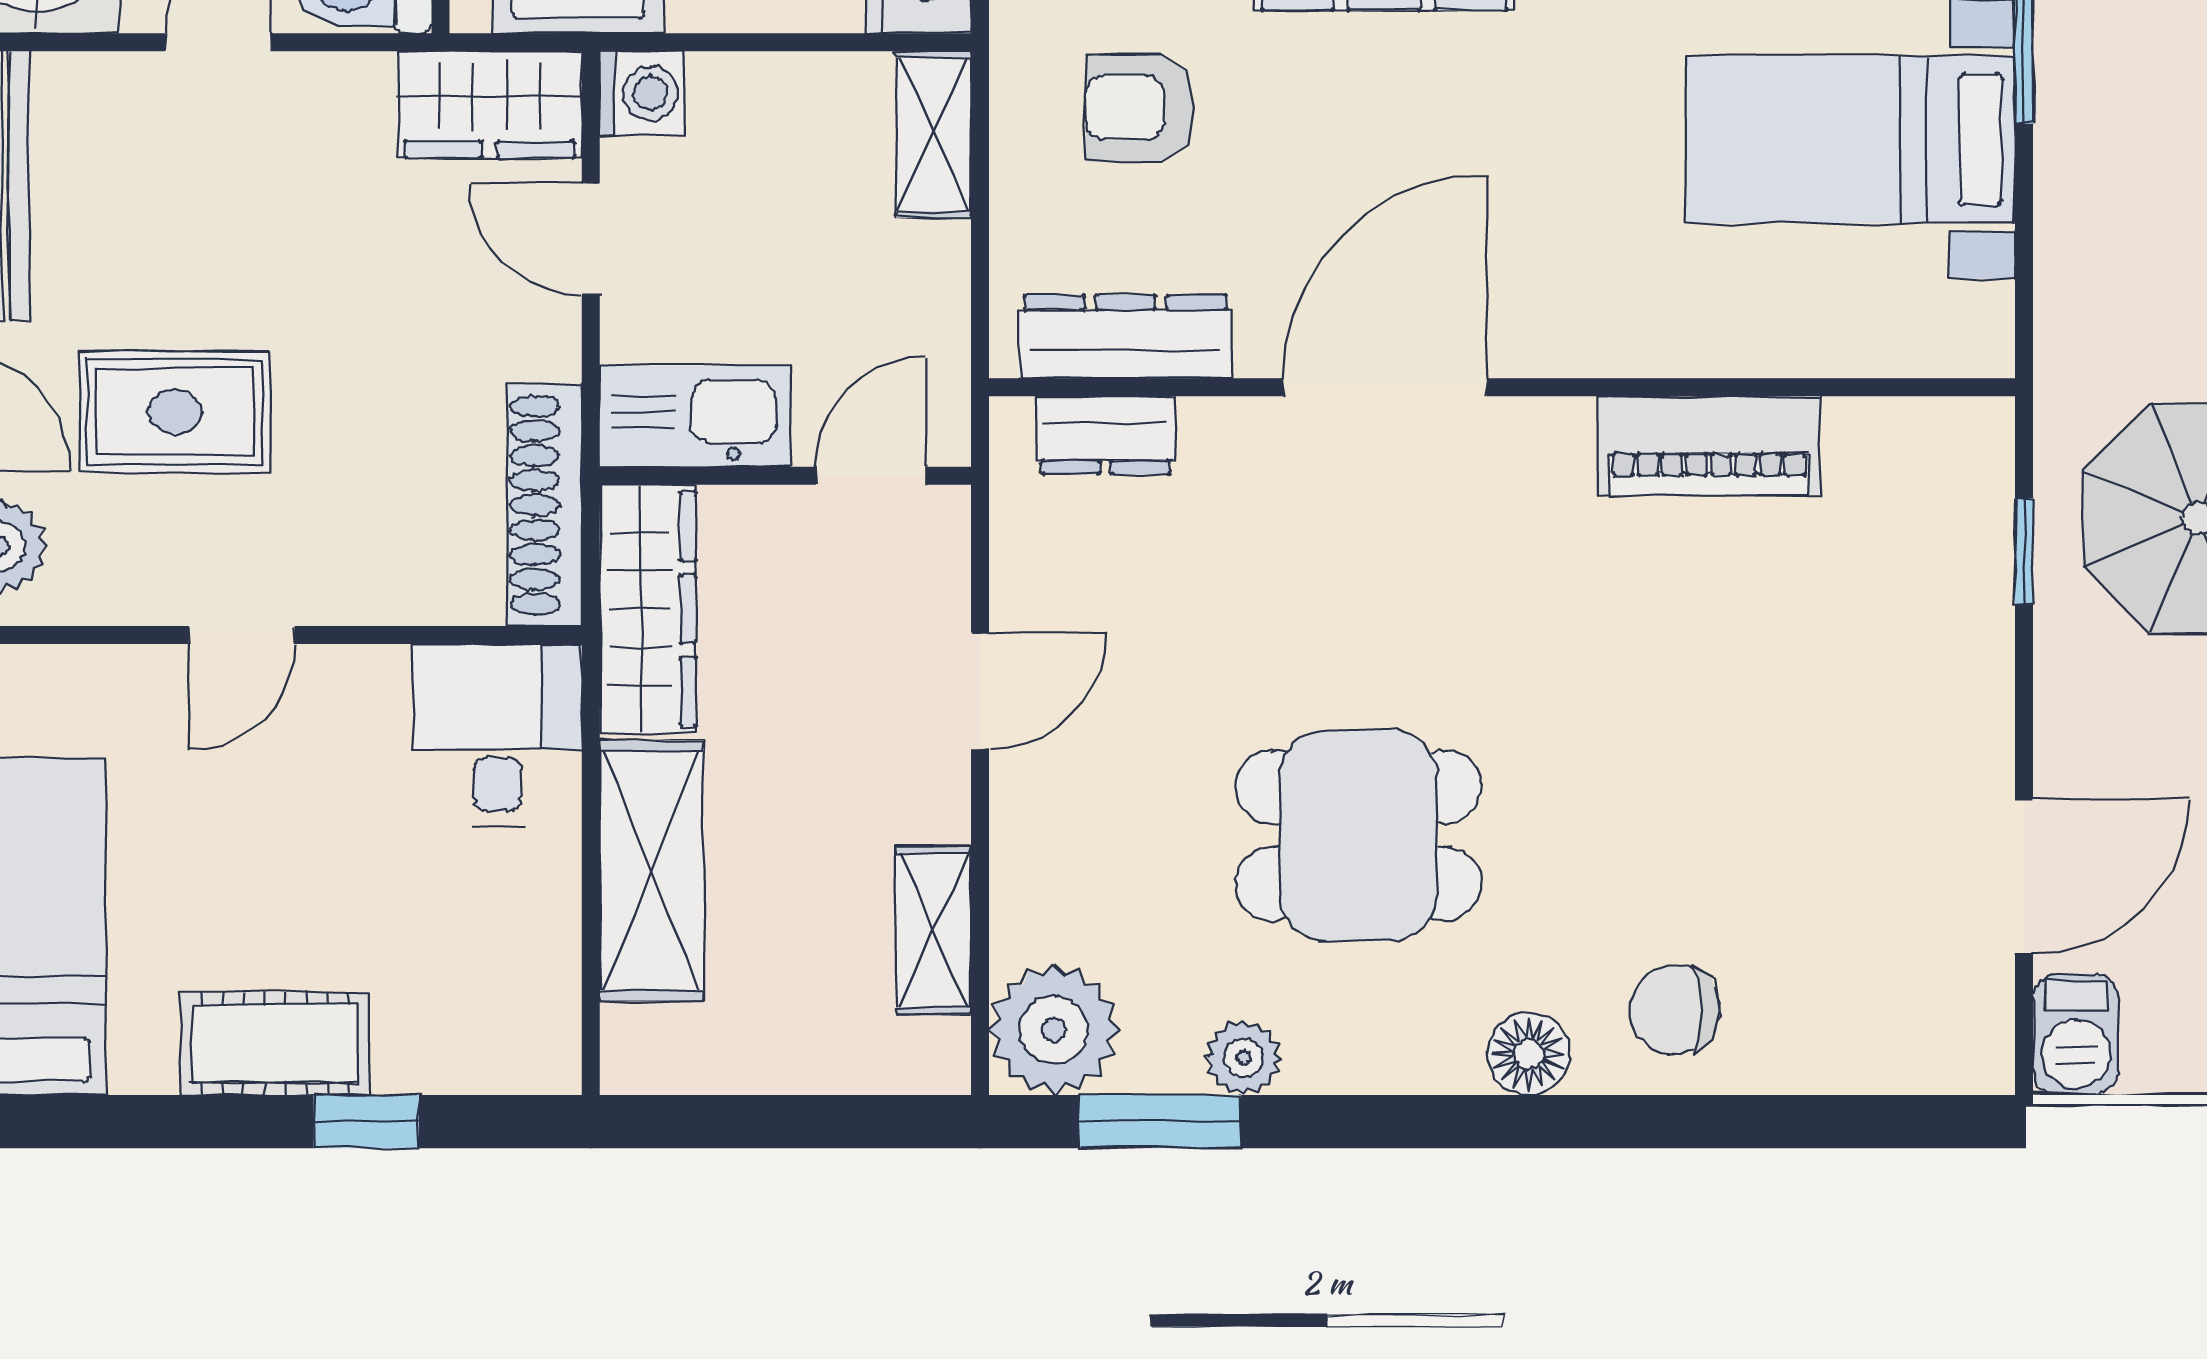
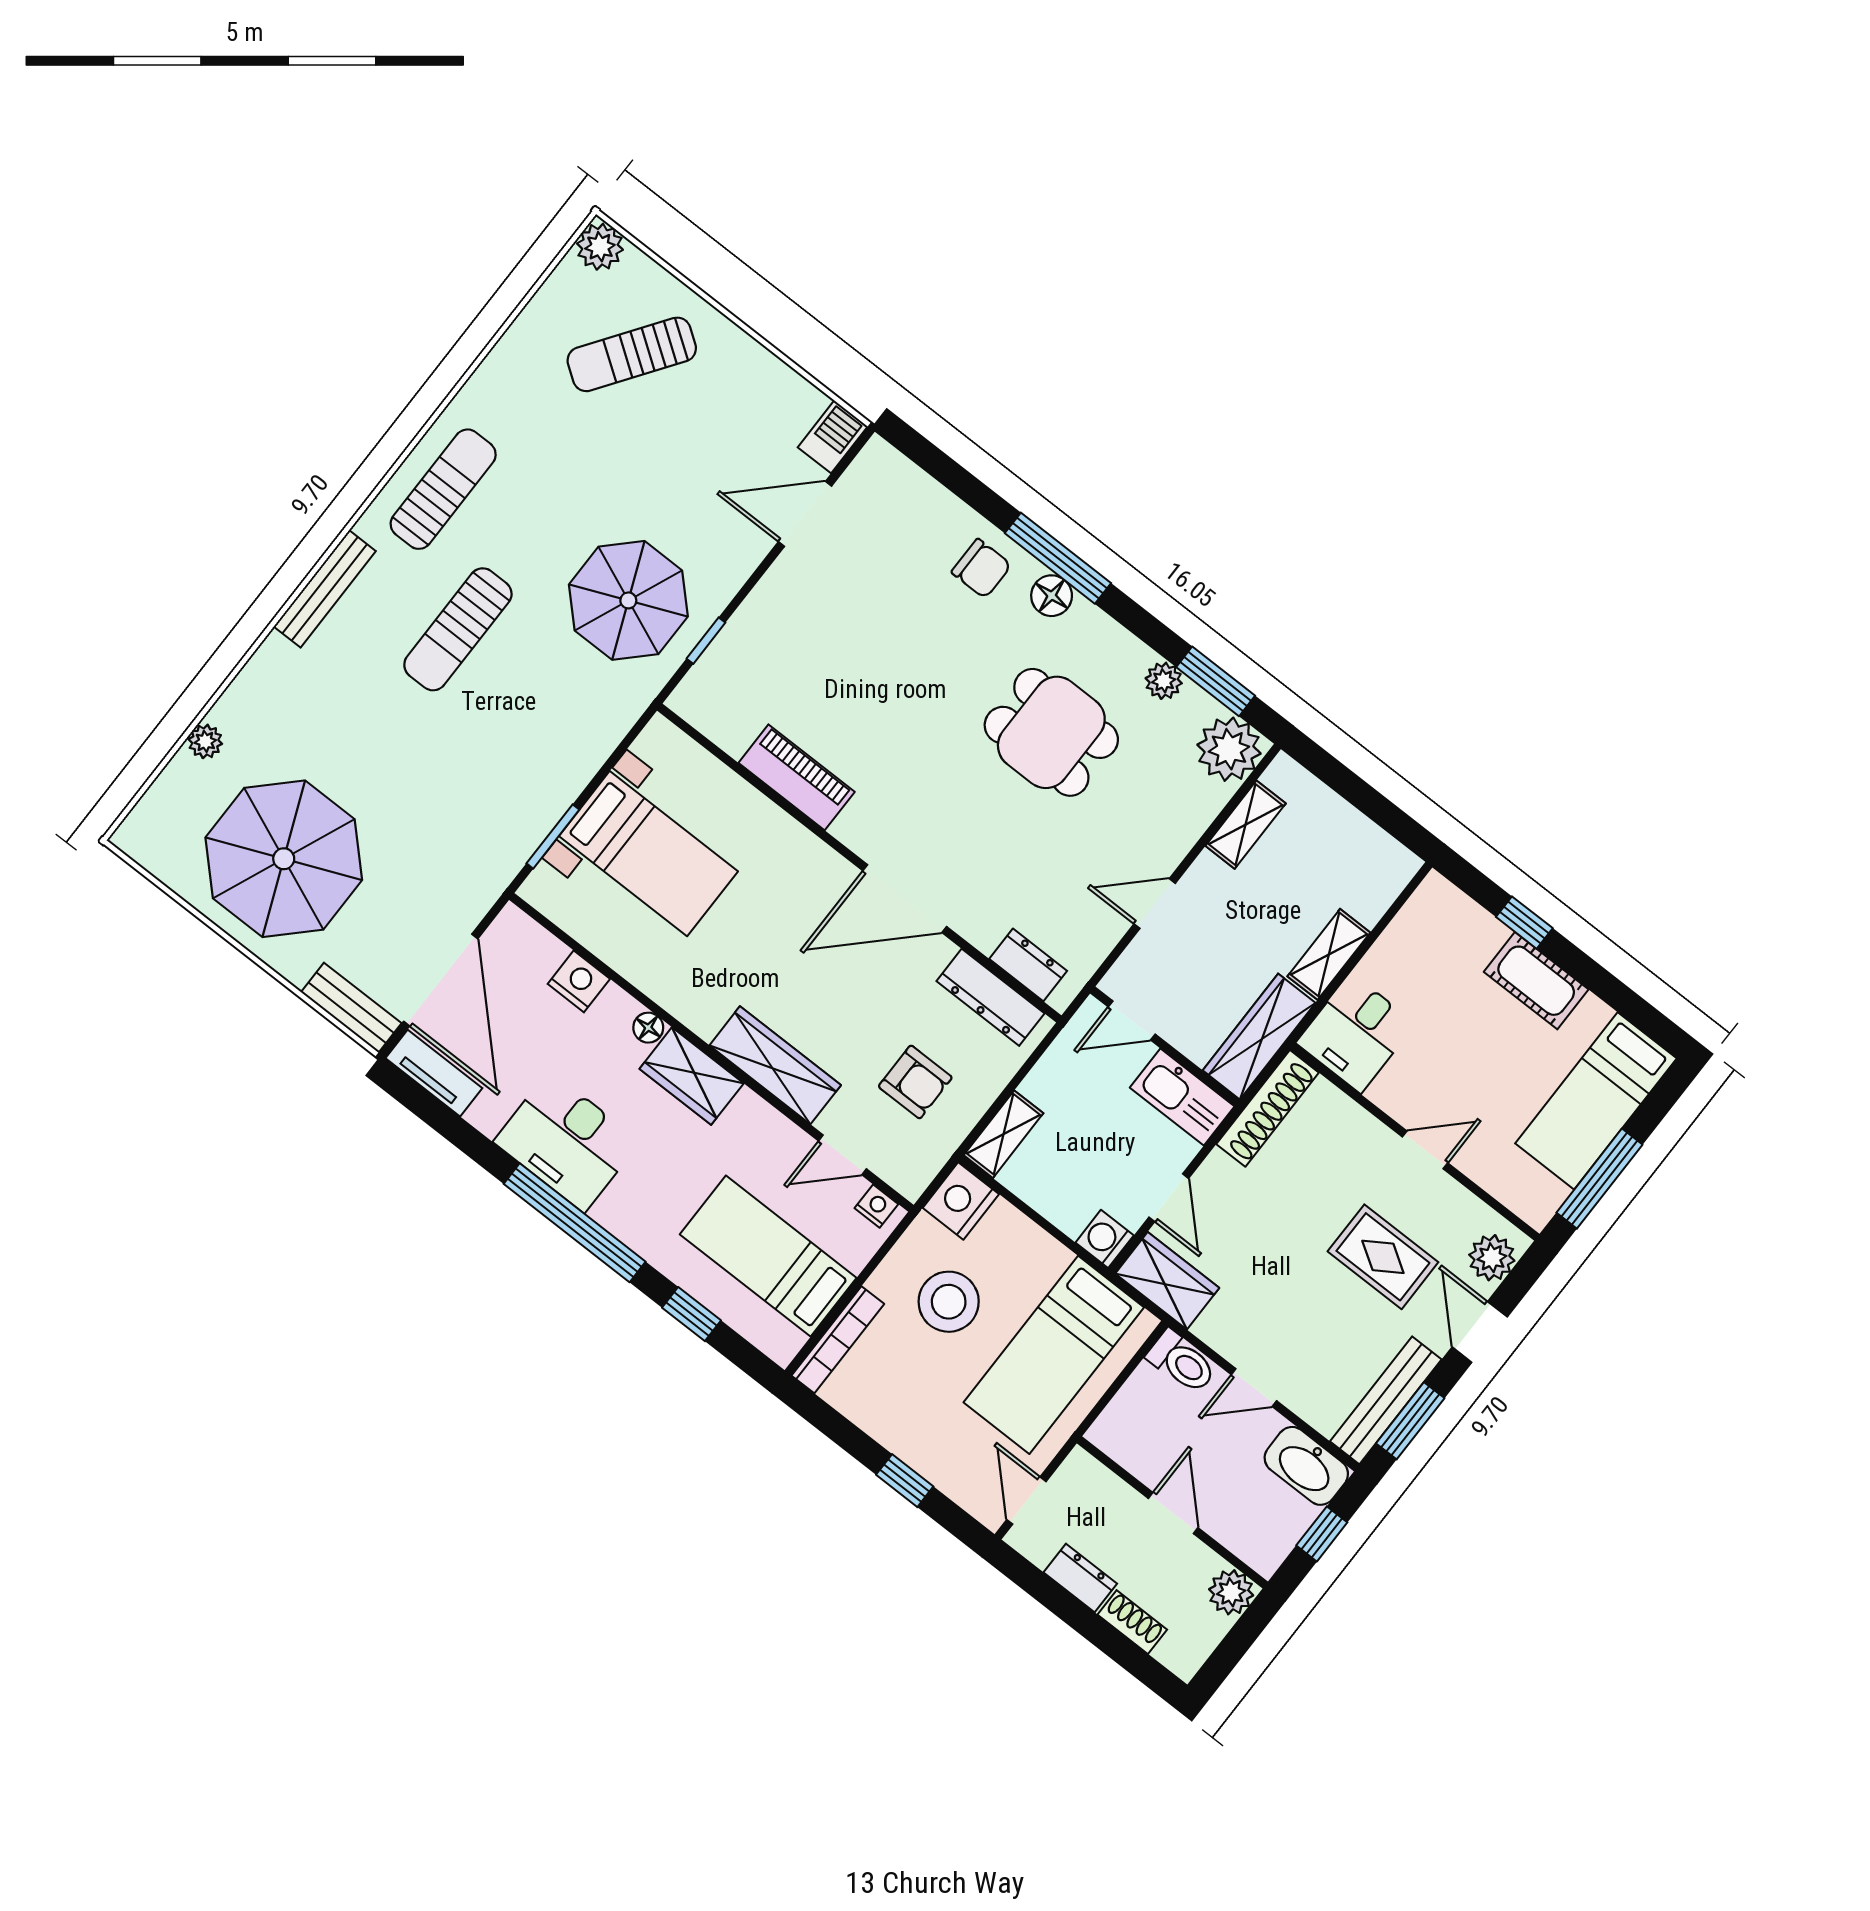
shelving: (652, 870) -> (1329, 954), width x0.67, depth x0.75
window: (1565, 1122) -> (1058, 558), added

